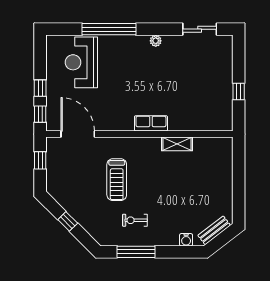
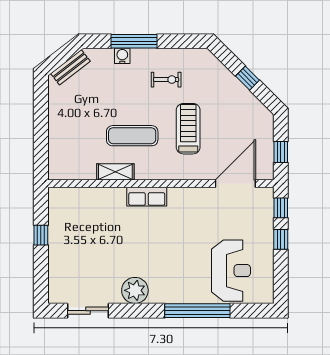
plant: (156, 41) -> (135, 290), width x1.88, depth x1.88
door: (78, 134) -> (235, 184), swing flipped
exercise mat: (163, 174) -> (132, 136), added
water cooler: (186, 240) -> (122, 56), moved
window: (136, 252) -> (134, 41), moved

